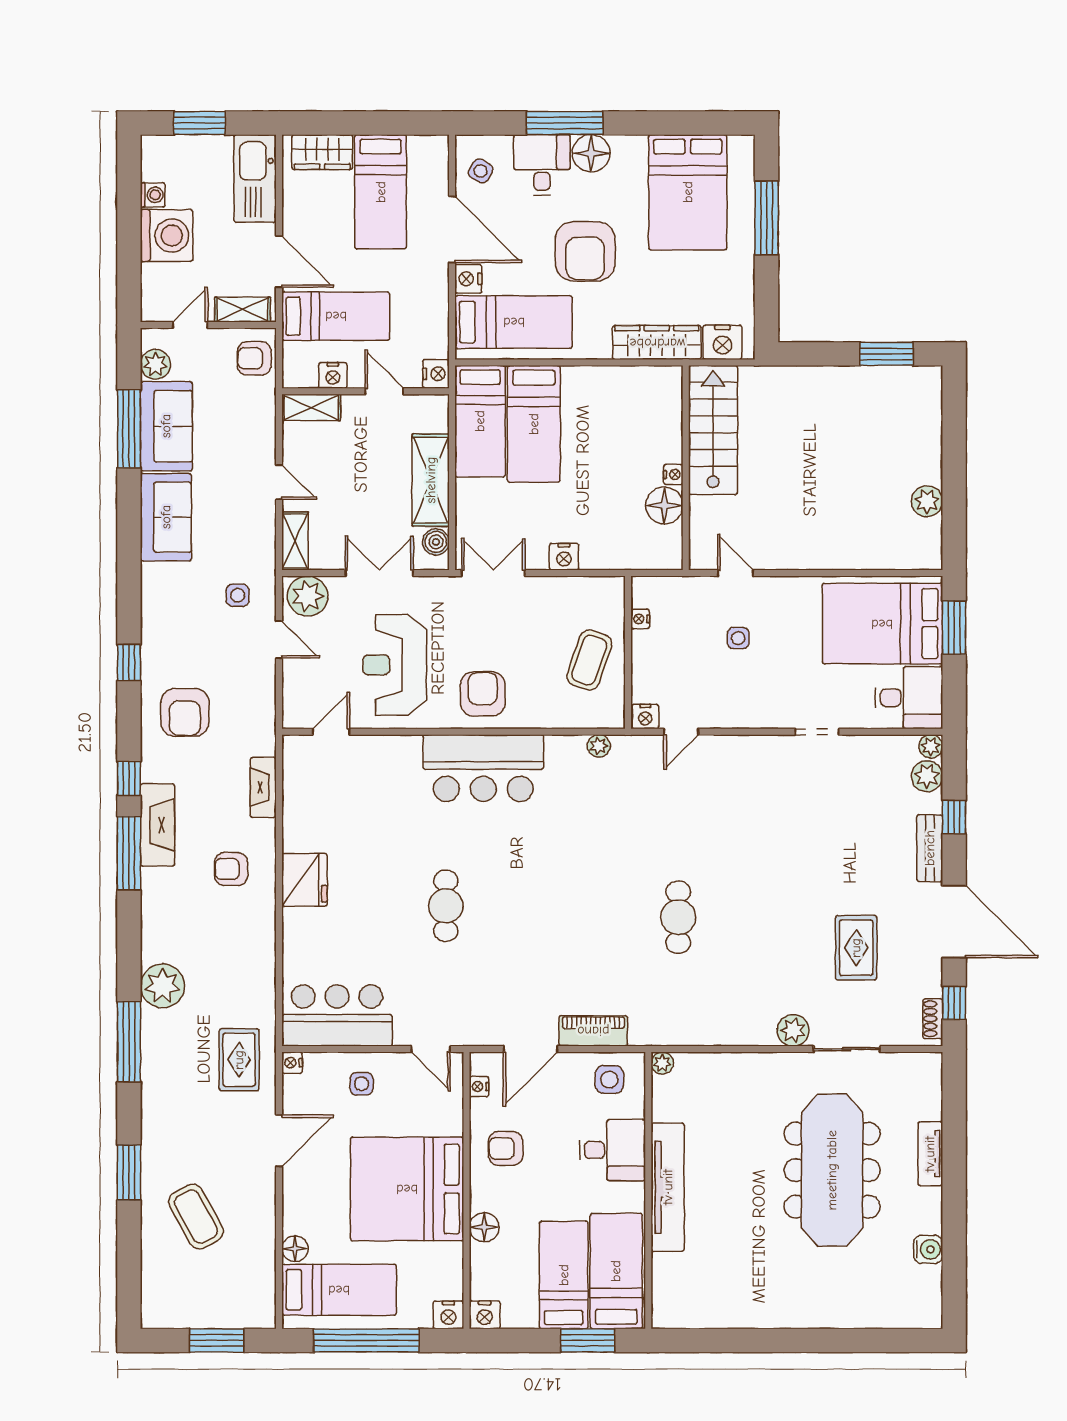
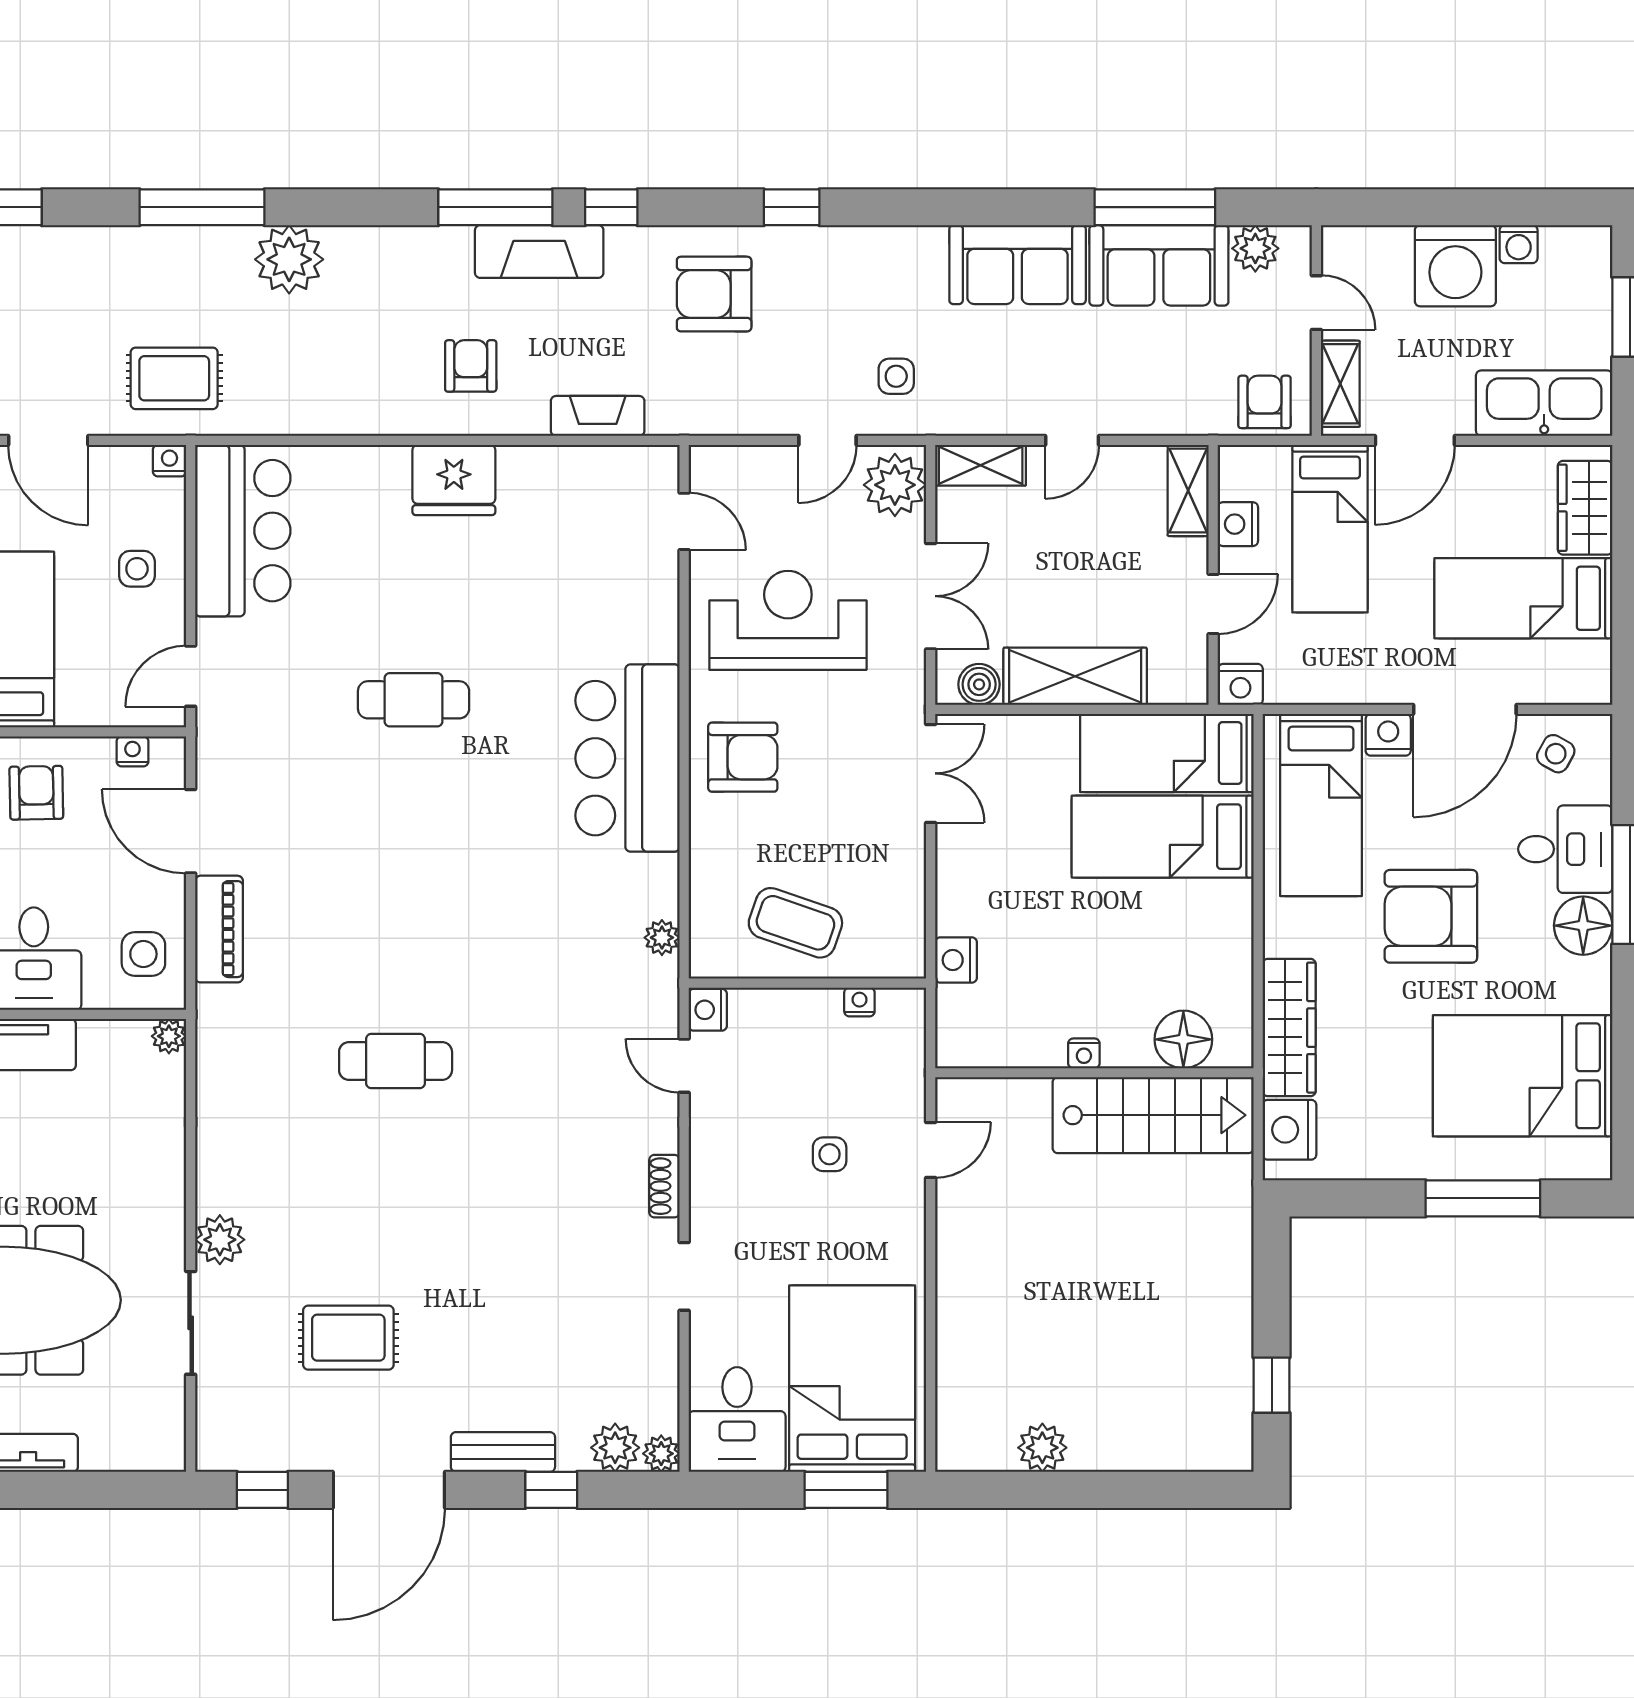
window: (887, 354) -> (1272, 1385), width x0.67
floor lamp: (664, 505) -> (1183, 1039), moved
nightstand: (564, 557) -> (956, 960), moved
shoe rack: (933, 1019) -> (664, 1186), moved, turned -90

